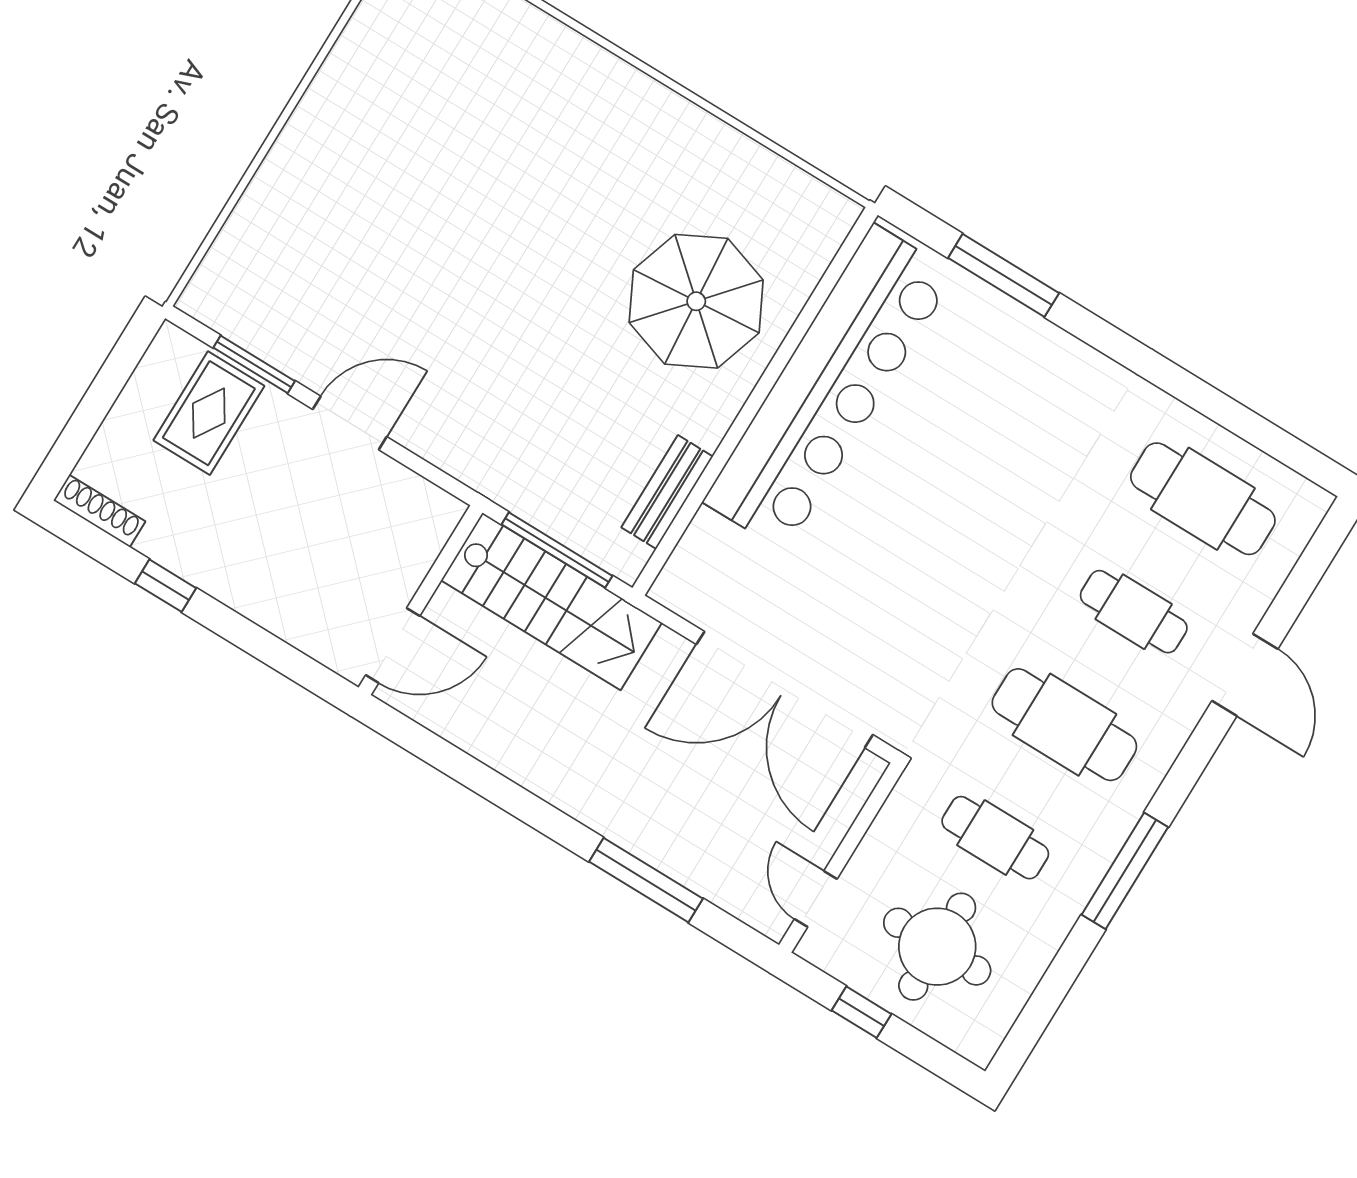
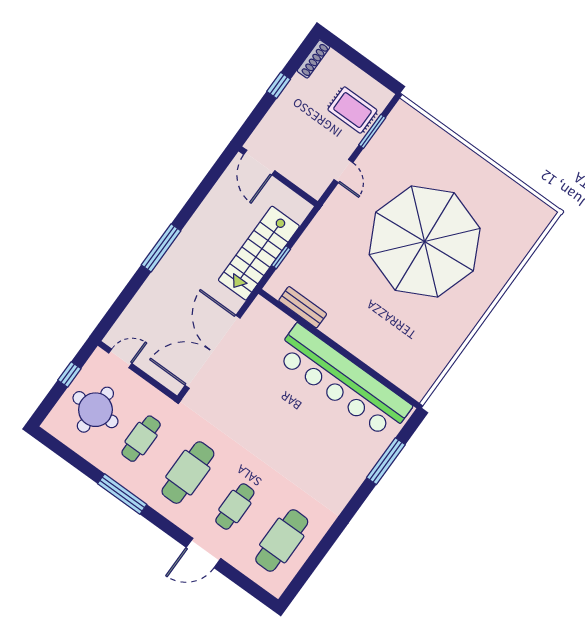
parasol: (696, 301) -> (425, 241), moved, width x1.86, depth x1.86
door: (350, 423) -> (343, 171), width x0.73
window: (557, 550) -> (281, 257), width x0.46
wall: (421, 600) -> (278, 176), moved
door: (393, 646) -> (259, 163), moved
window: (646, 880) -> (161, 248), moved

